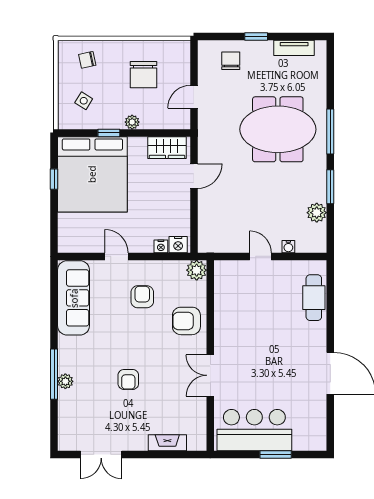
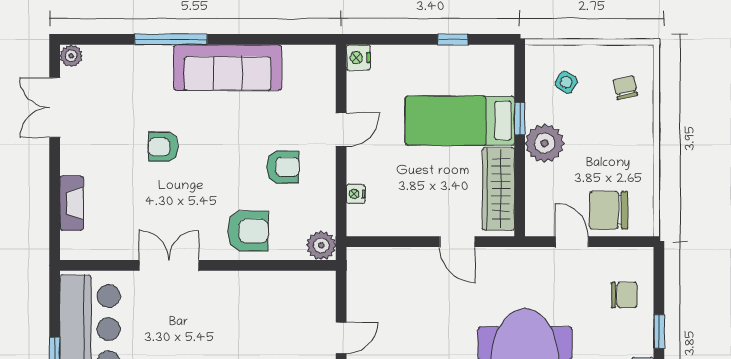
chair: (143, 75) -> (608, 210), moved
plant: (132, 122) -> (545, 143), width x1.88, depth x1.88
wardrobe: (167, 148) -> (498, 189), width x1.50
bed: (92, 174) -> (460, 121), width x0.49
nightstand: (178, 245) -> (358, 58), moved
sofa: (74, 298) -> (228, 68), moved
armchair: (186, 321) -> (248, 231), turned 90
plant: (65, 381) -> (71, 56), moved

